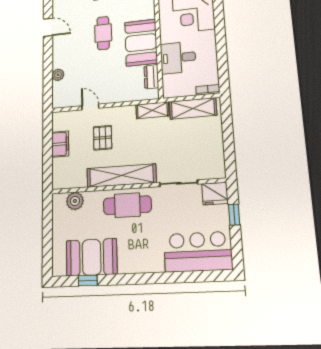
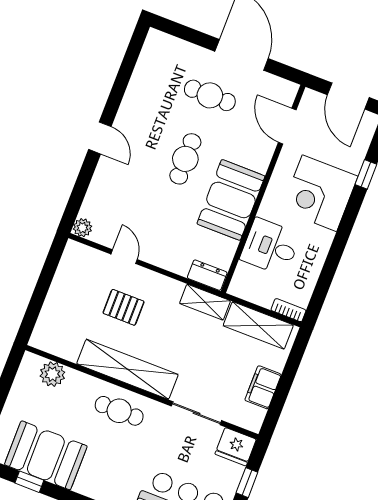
door: (48, 27) -> (100, 138), moved
plant: (58, 75) -> (82, 228), moved
dresser: (151, 77) -> (207, 275), moved, turned 90
pallet: (103, 138) -> (124, 307), turned 90
filing cabinet: (60, 144) -> (263, 387), moved, turned 180
cafe table: (127, 205) -> (119, 411), width x0.73, depth x0.74

